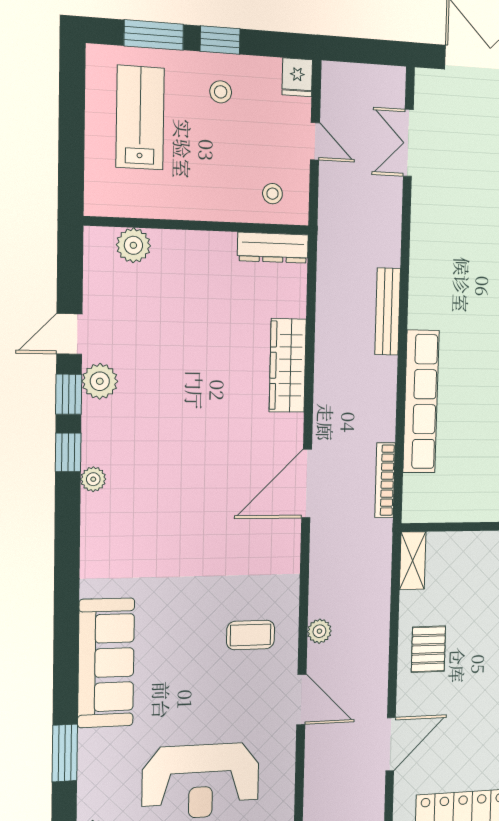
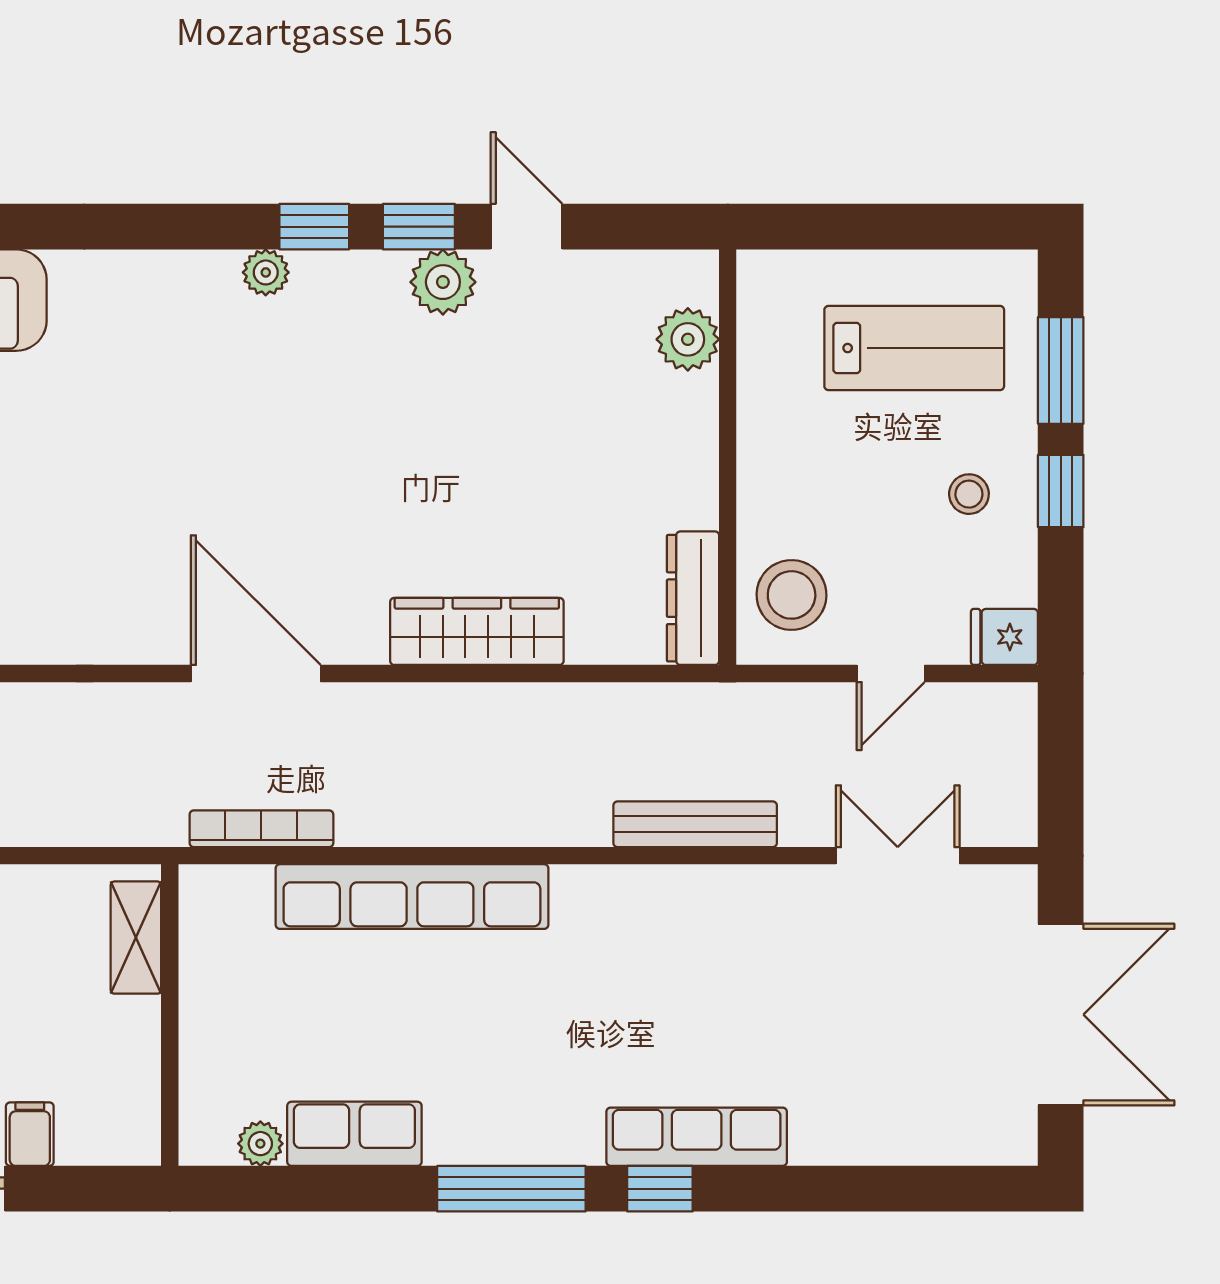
stool: (272, 194) -> (792, 595), width x1.89, depth x1.89
bench: (388, 311) -> (695, 824), moved
shelving: (413, 561) -> (136, 938), moved, turned 90

